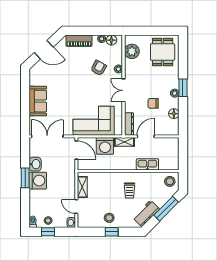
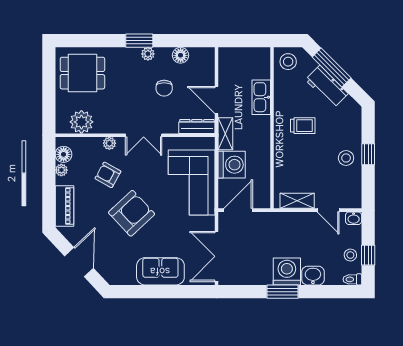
armchair: (74, 83) -> (132, 213), added
washbasin: (35, 164) -> (313, 276), moved
door: (76, 207) -> (328, 210), hinge flipped
workbench: (146, 213) -> (327, 87), moved

